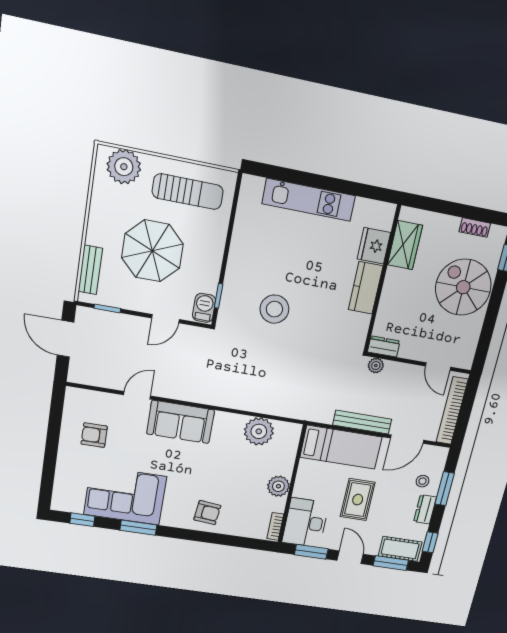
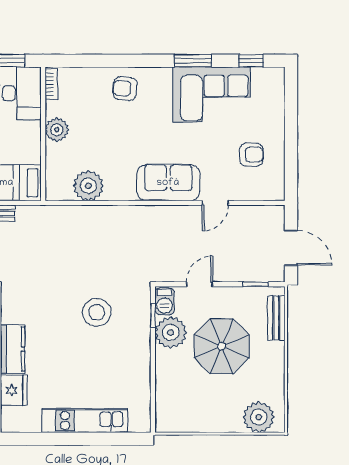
sun lounger: (188, 192) -> (198, 406), removed
plant: (203, 275) -> (171, 333), added

